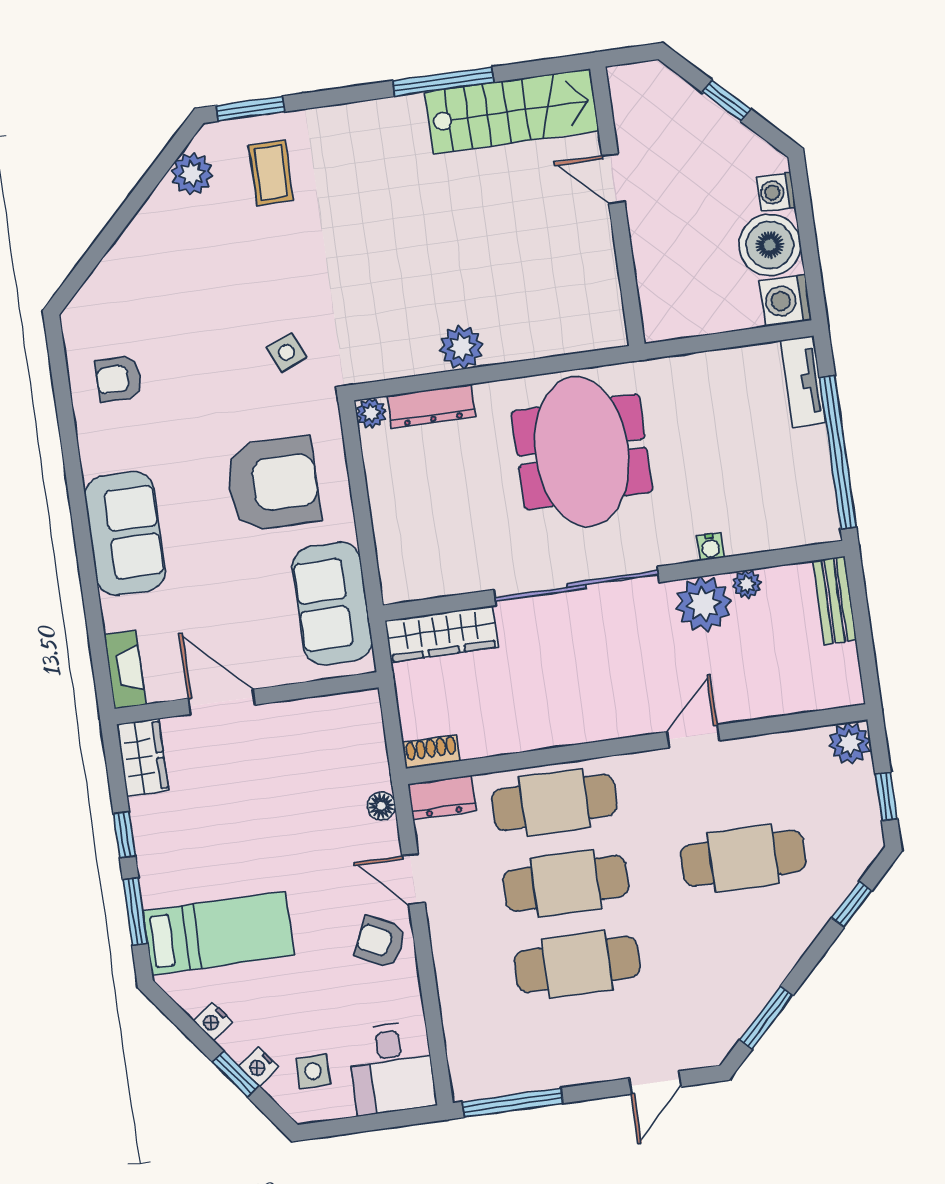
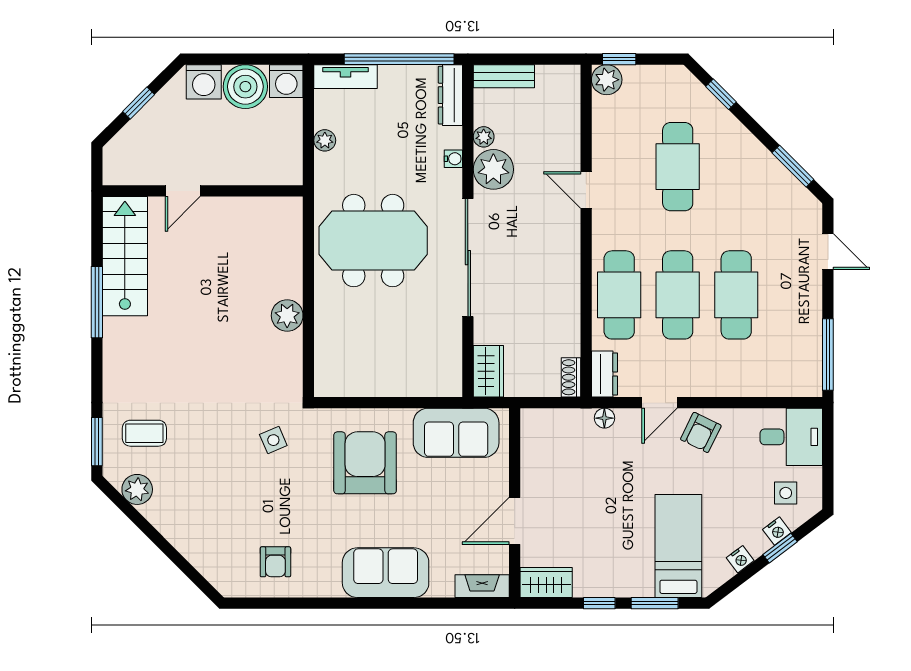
washing machine: (776, 192) -> (204, 82), width x1.38, depth x1.38
dresser: (431, 406) -> (450, 95), moved, turned 180
plant: (371, 413) -> (325, 140), moved
wardrobe: (442, 634) -> (488, 371), width x0.67
window: (886, 797) -> (619, 59), moved

